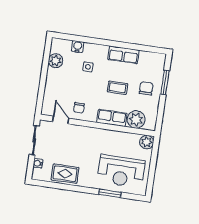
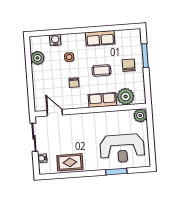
chair: (79, 108) -> (74, 83), moved

